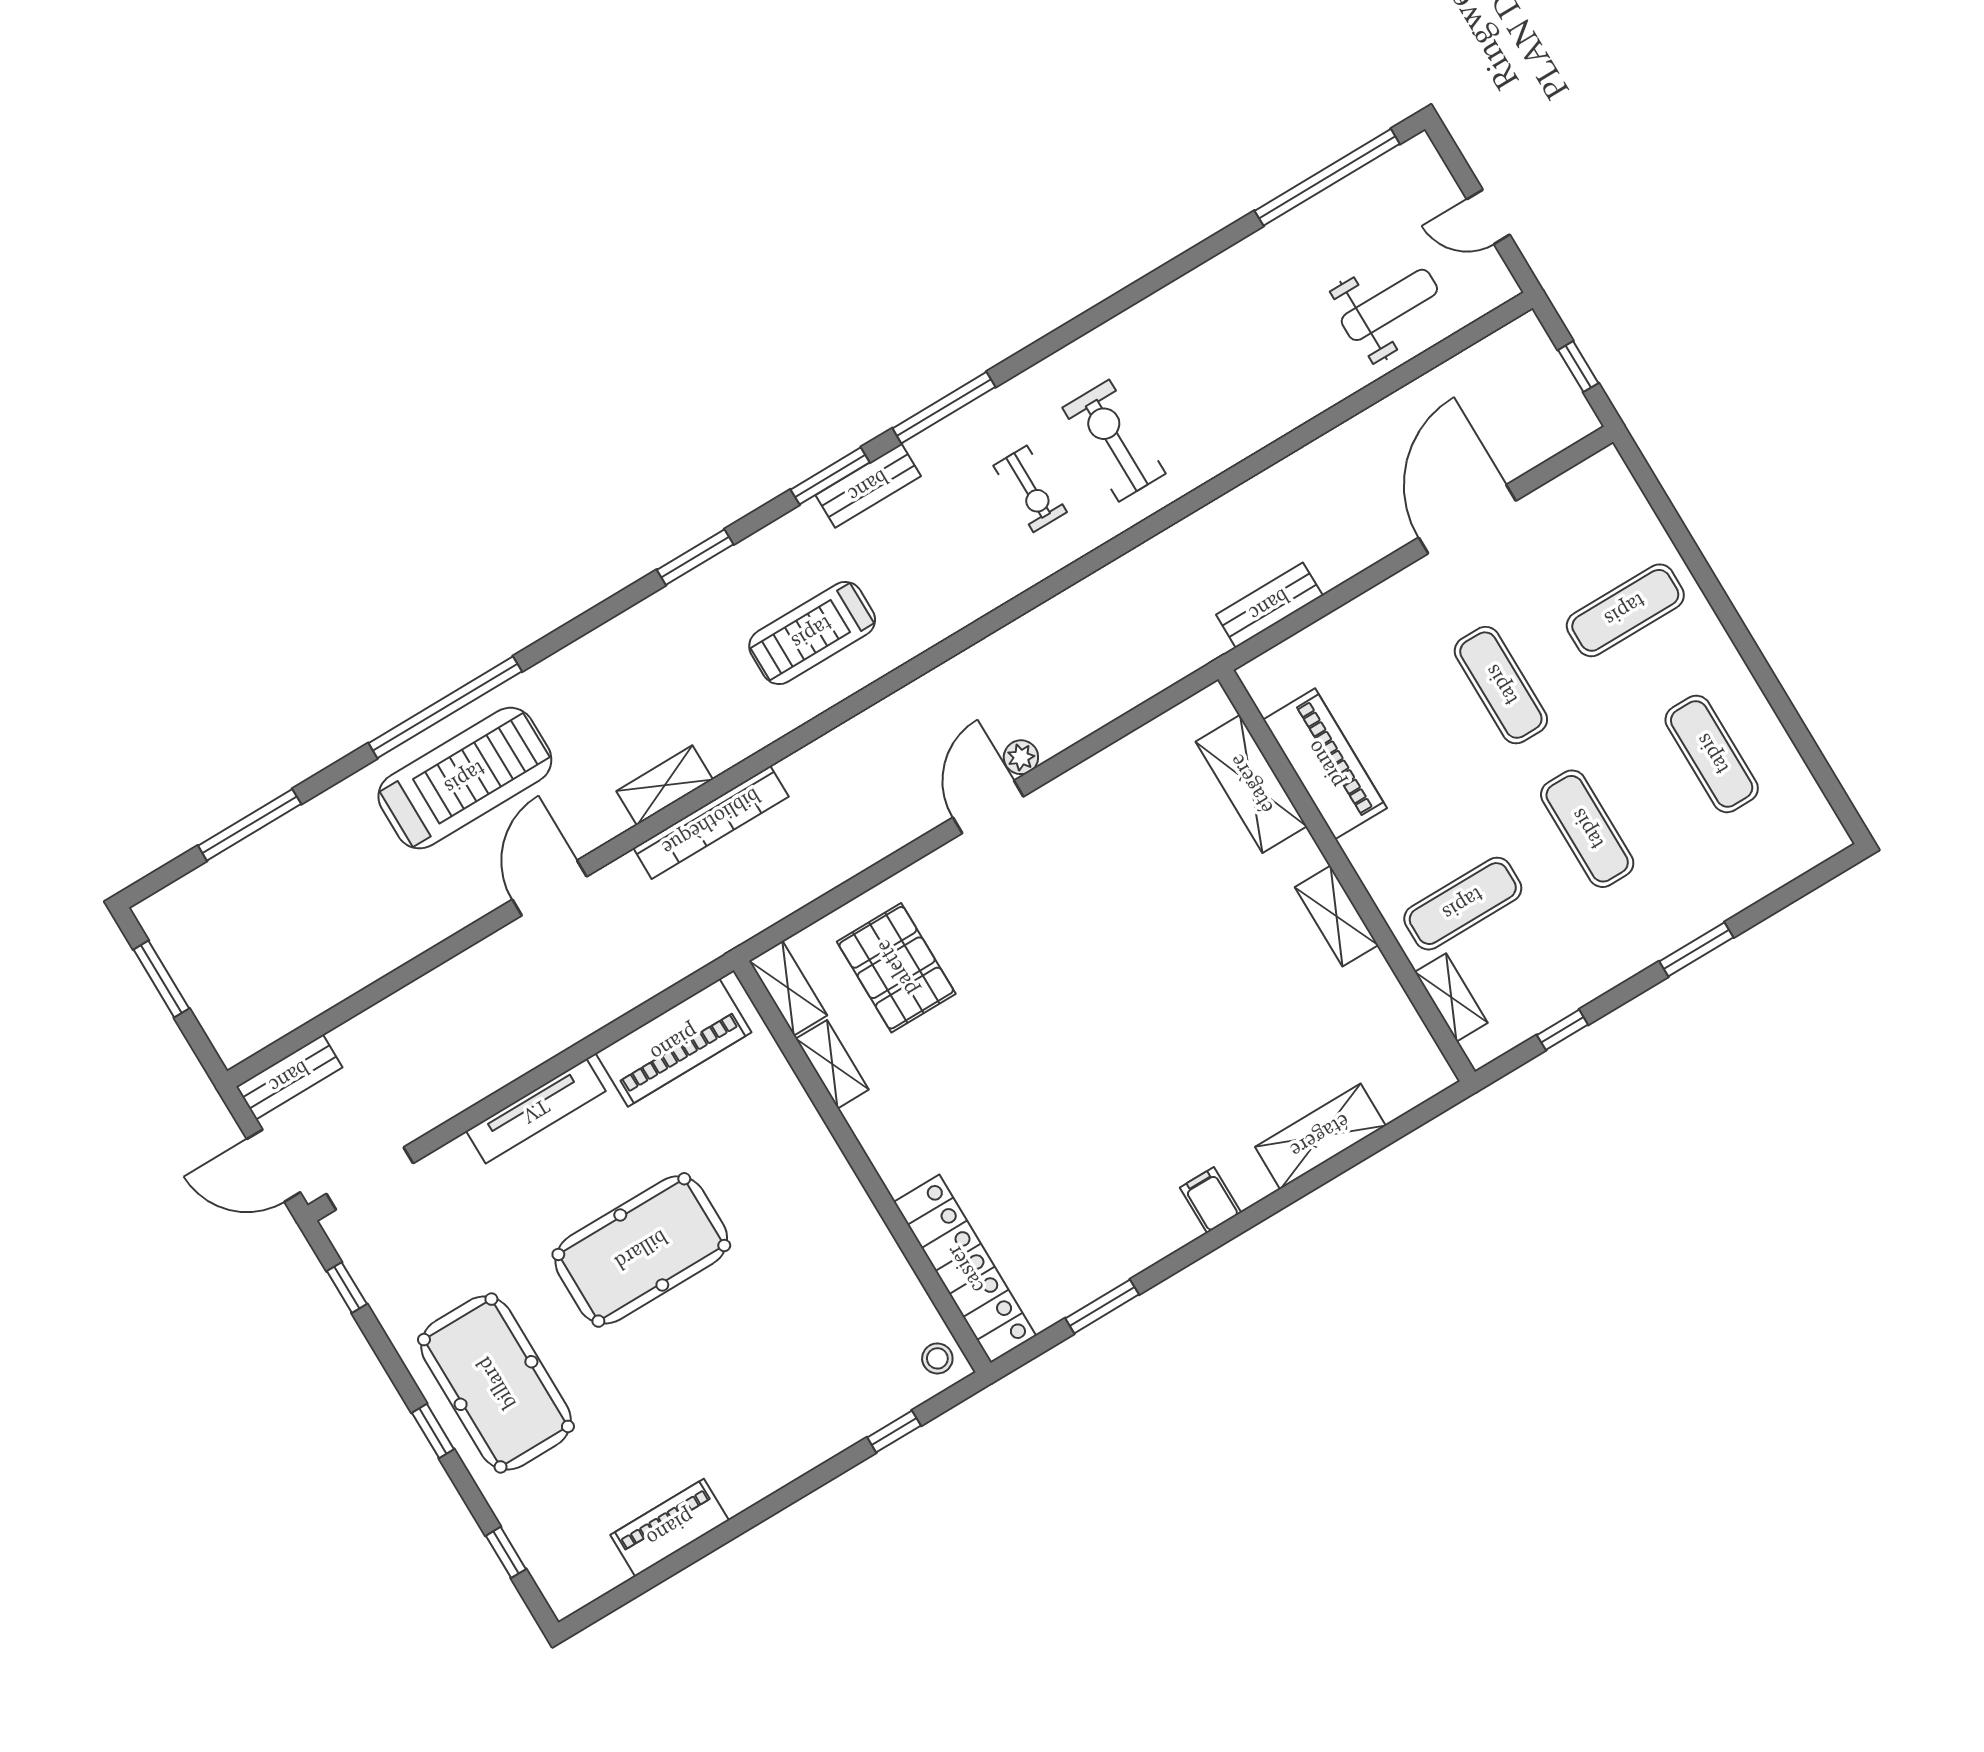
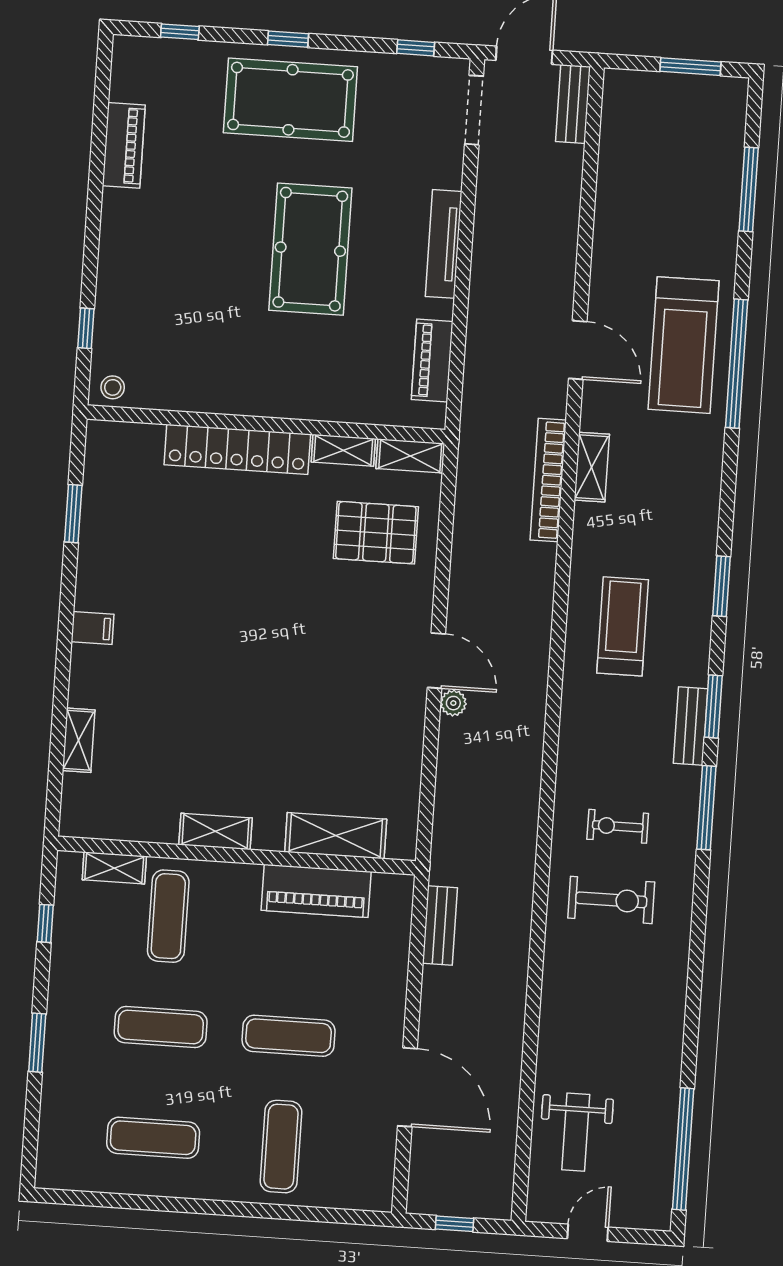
piano: (674, 1043) -> (432, 360), width x0.73, depth x0.75
shelving: (1320, 1136) -> (79, 740), width x0.67, depth x0.75
locker: (965, 1269) -> (237, 449), moved

